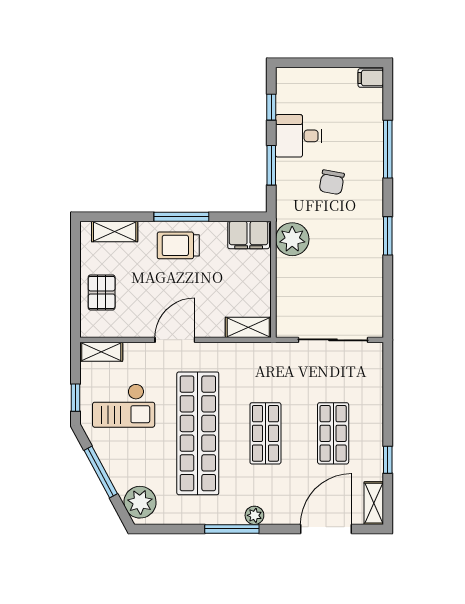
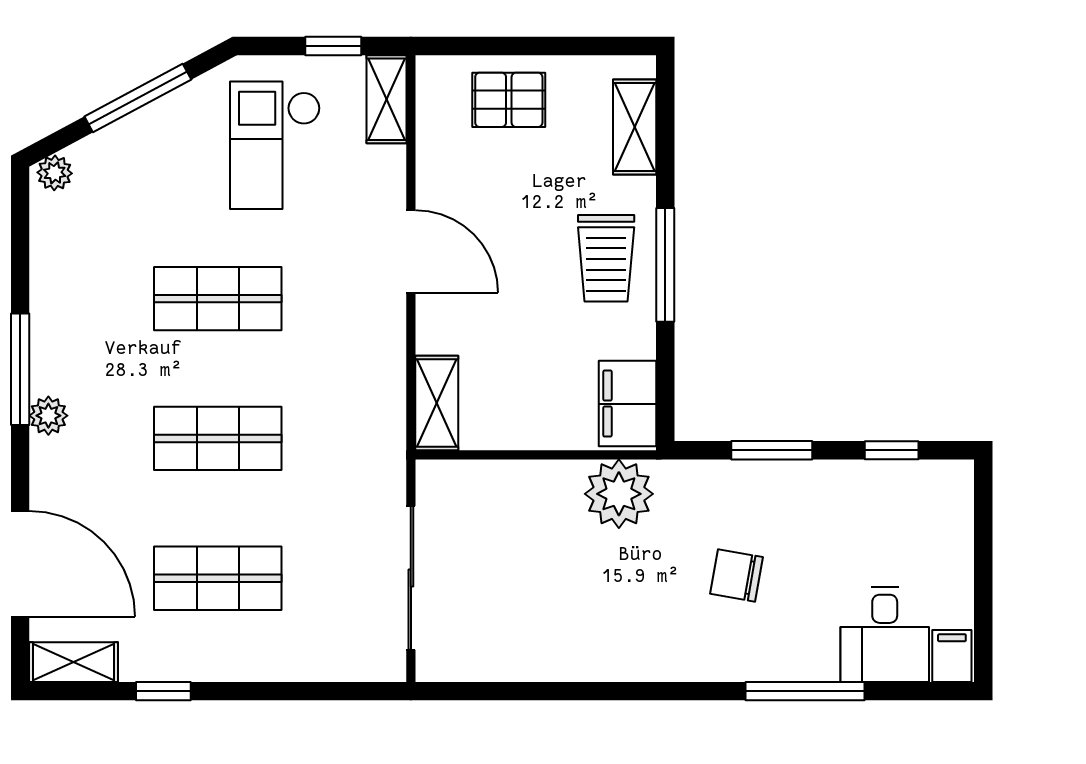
desk: (299, 136) -> (885, 634), moved, turned 180
window: (388, 236) -> (626, 691), removed
trolley: (178, 245) -> (606, 258), turned 180
window: (76, 398) -> (333, 46), moved
shop shelf: (198, 433) -> (218, 299), width x0.50, depth x0.74
plant: (140, 502) -> (55, 173), width x0.53, depth x0.53

